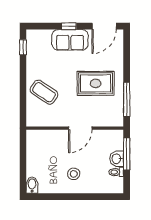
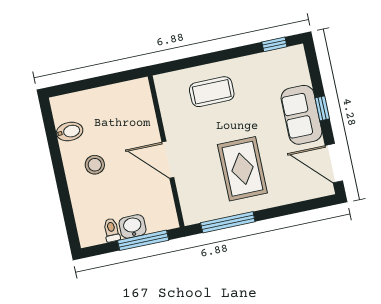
coffee table: (44, 92) -> (212, 92), turned 56
bidet: (32, 185) -> (70, 131), moved

